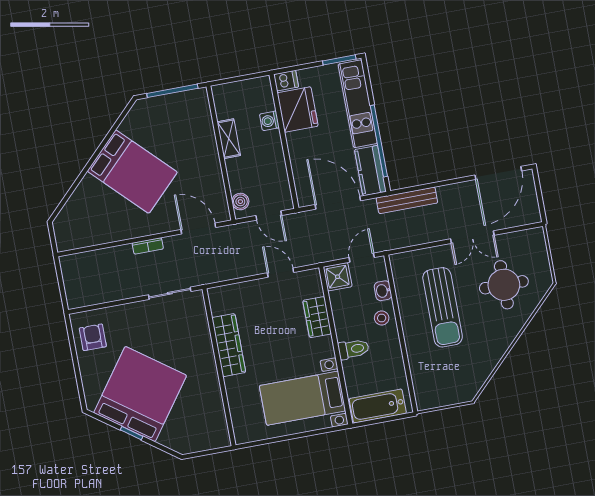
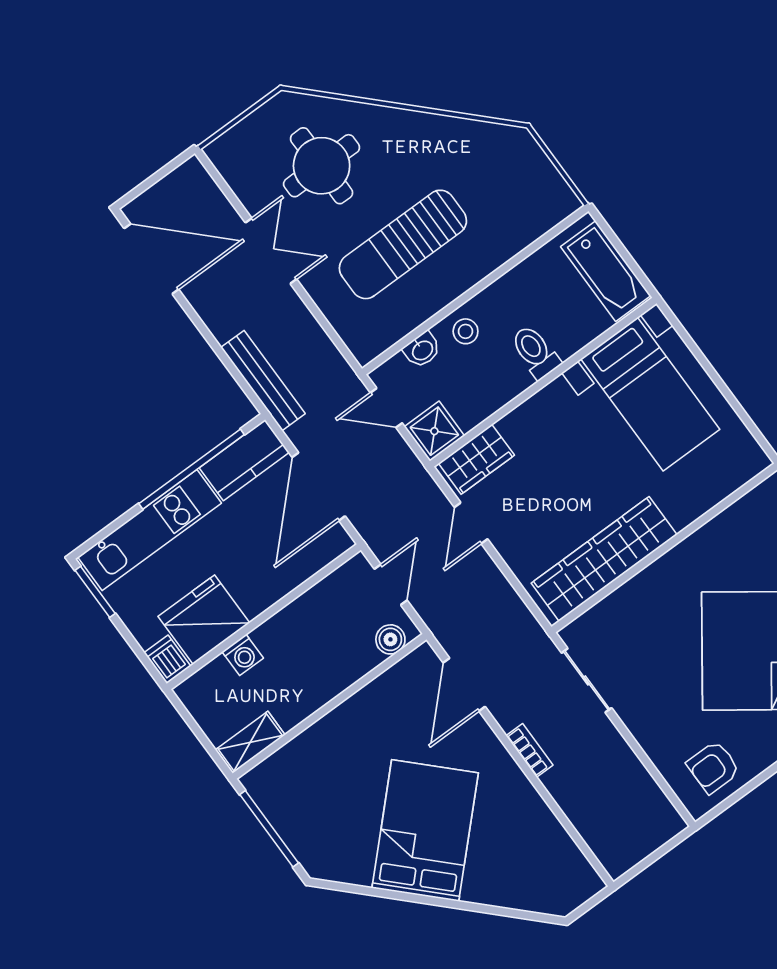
shelving: (229, 139) -> (250, 742), moved
sun lounger: (443, 307) -> (403, 244), turned 180
wardrobe: (317, 317) -> (476, 459), moved
wardrobe: (229, 345) -> (604, 559), width x1.40, depth x1.17

